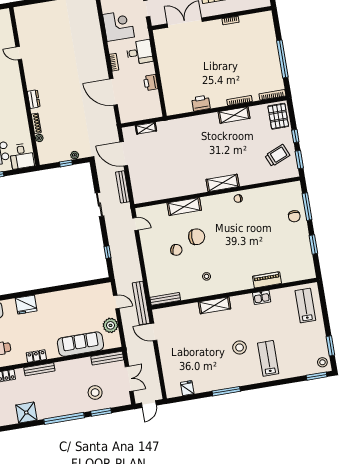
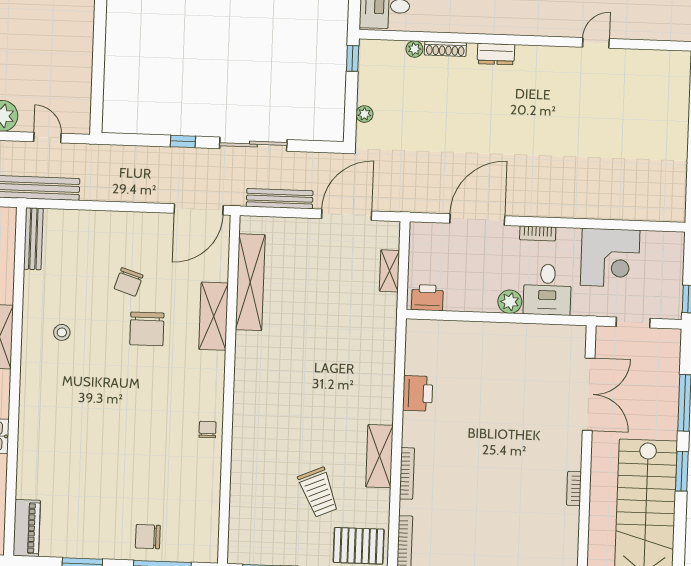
plant: (149, 69) -> (510, 302), added
printer: (151, 83) -> (427, 298), moved
trolley: (277, 155) -> (318, 492), moved
window: (66, 163) -> (353, 58), moved
shelving: (223, 183) -> (250, 282), moved, width x1.47
sliding door: (99, 204) -> (253, 144), width x1.37
door: (135, 224) -> (199, 209), width x1.88
window: (107, 252) -> (183, 141), moved
piano: (267, 280) -> (27, 528), moved
door: (116, 302) -> (47, 138), swing flipped

